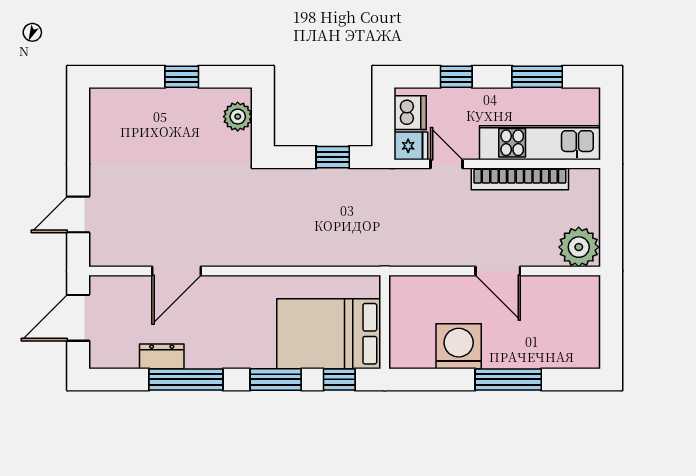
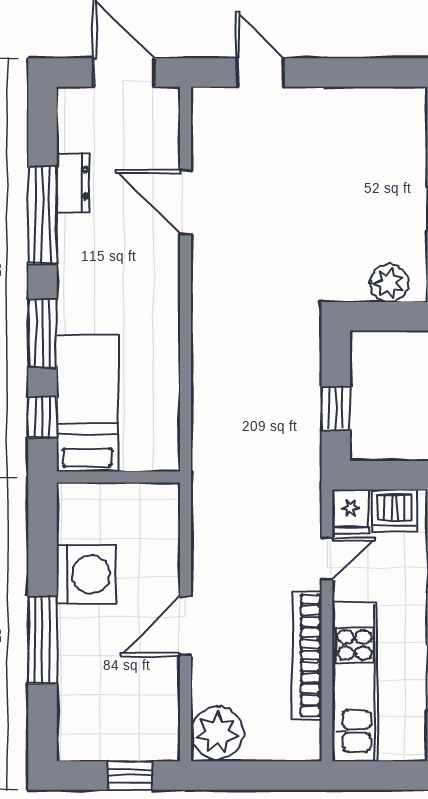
window: (611, 313) -> (130, 776), added
bed: (329, 334) -> (87, 403), width x0.67

